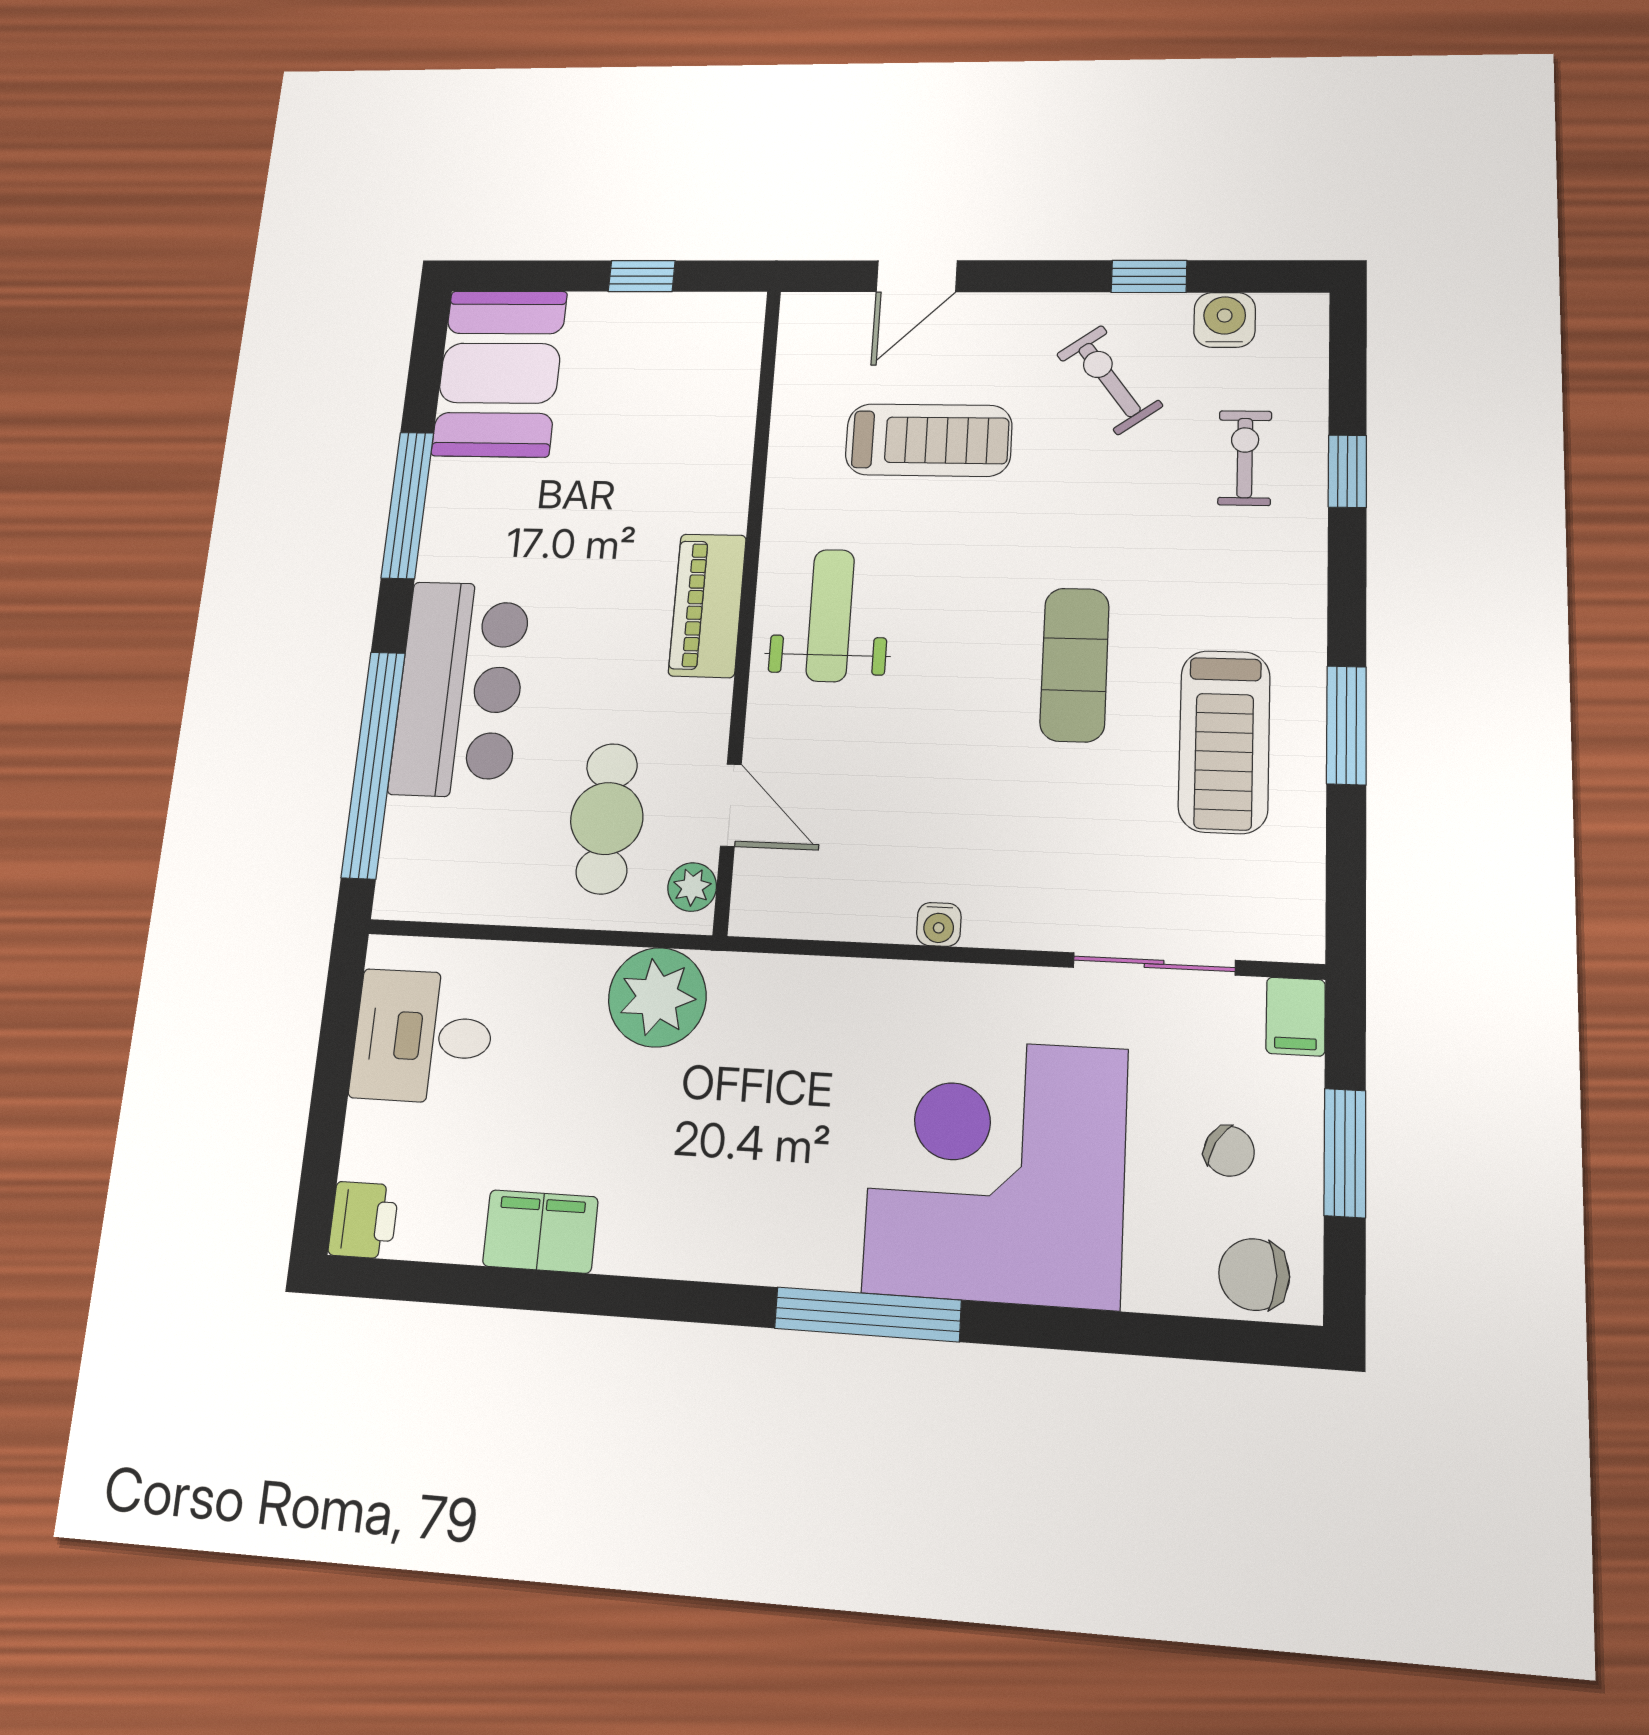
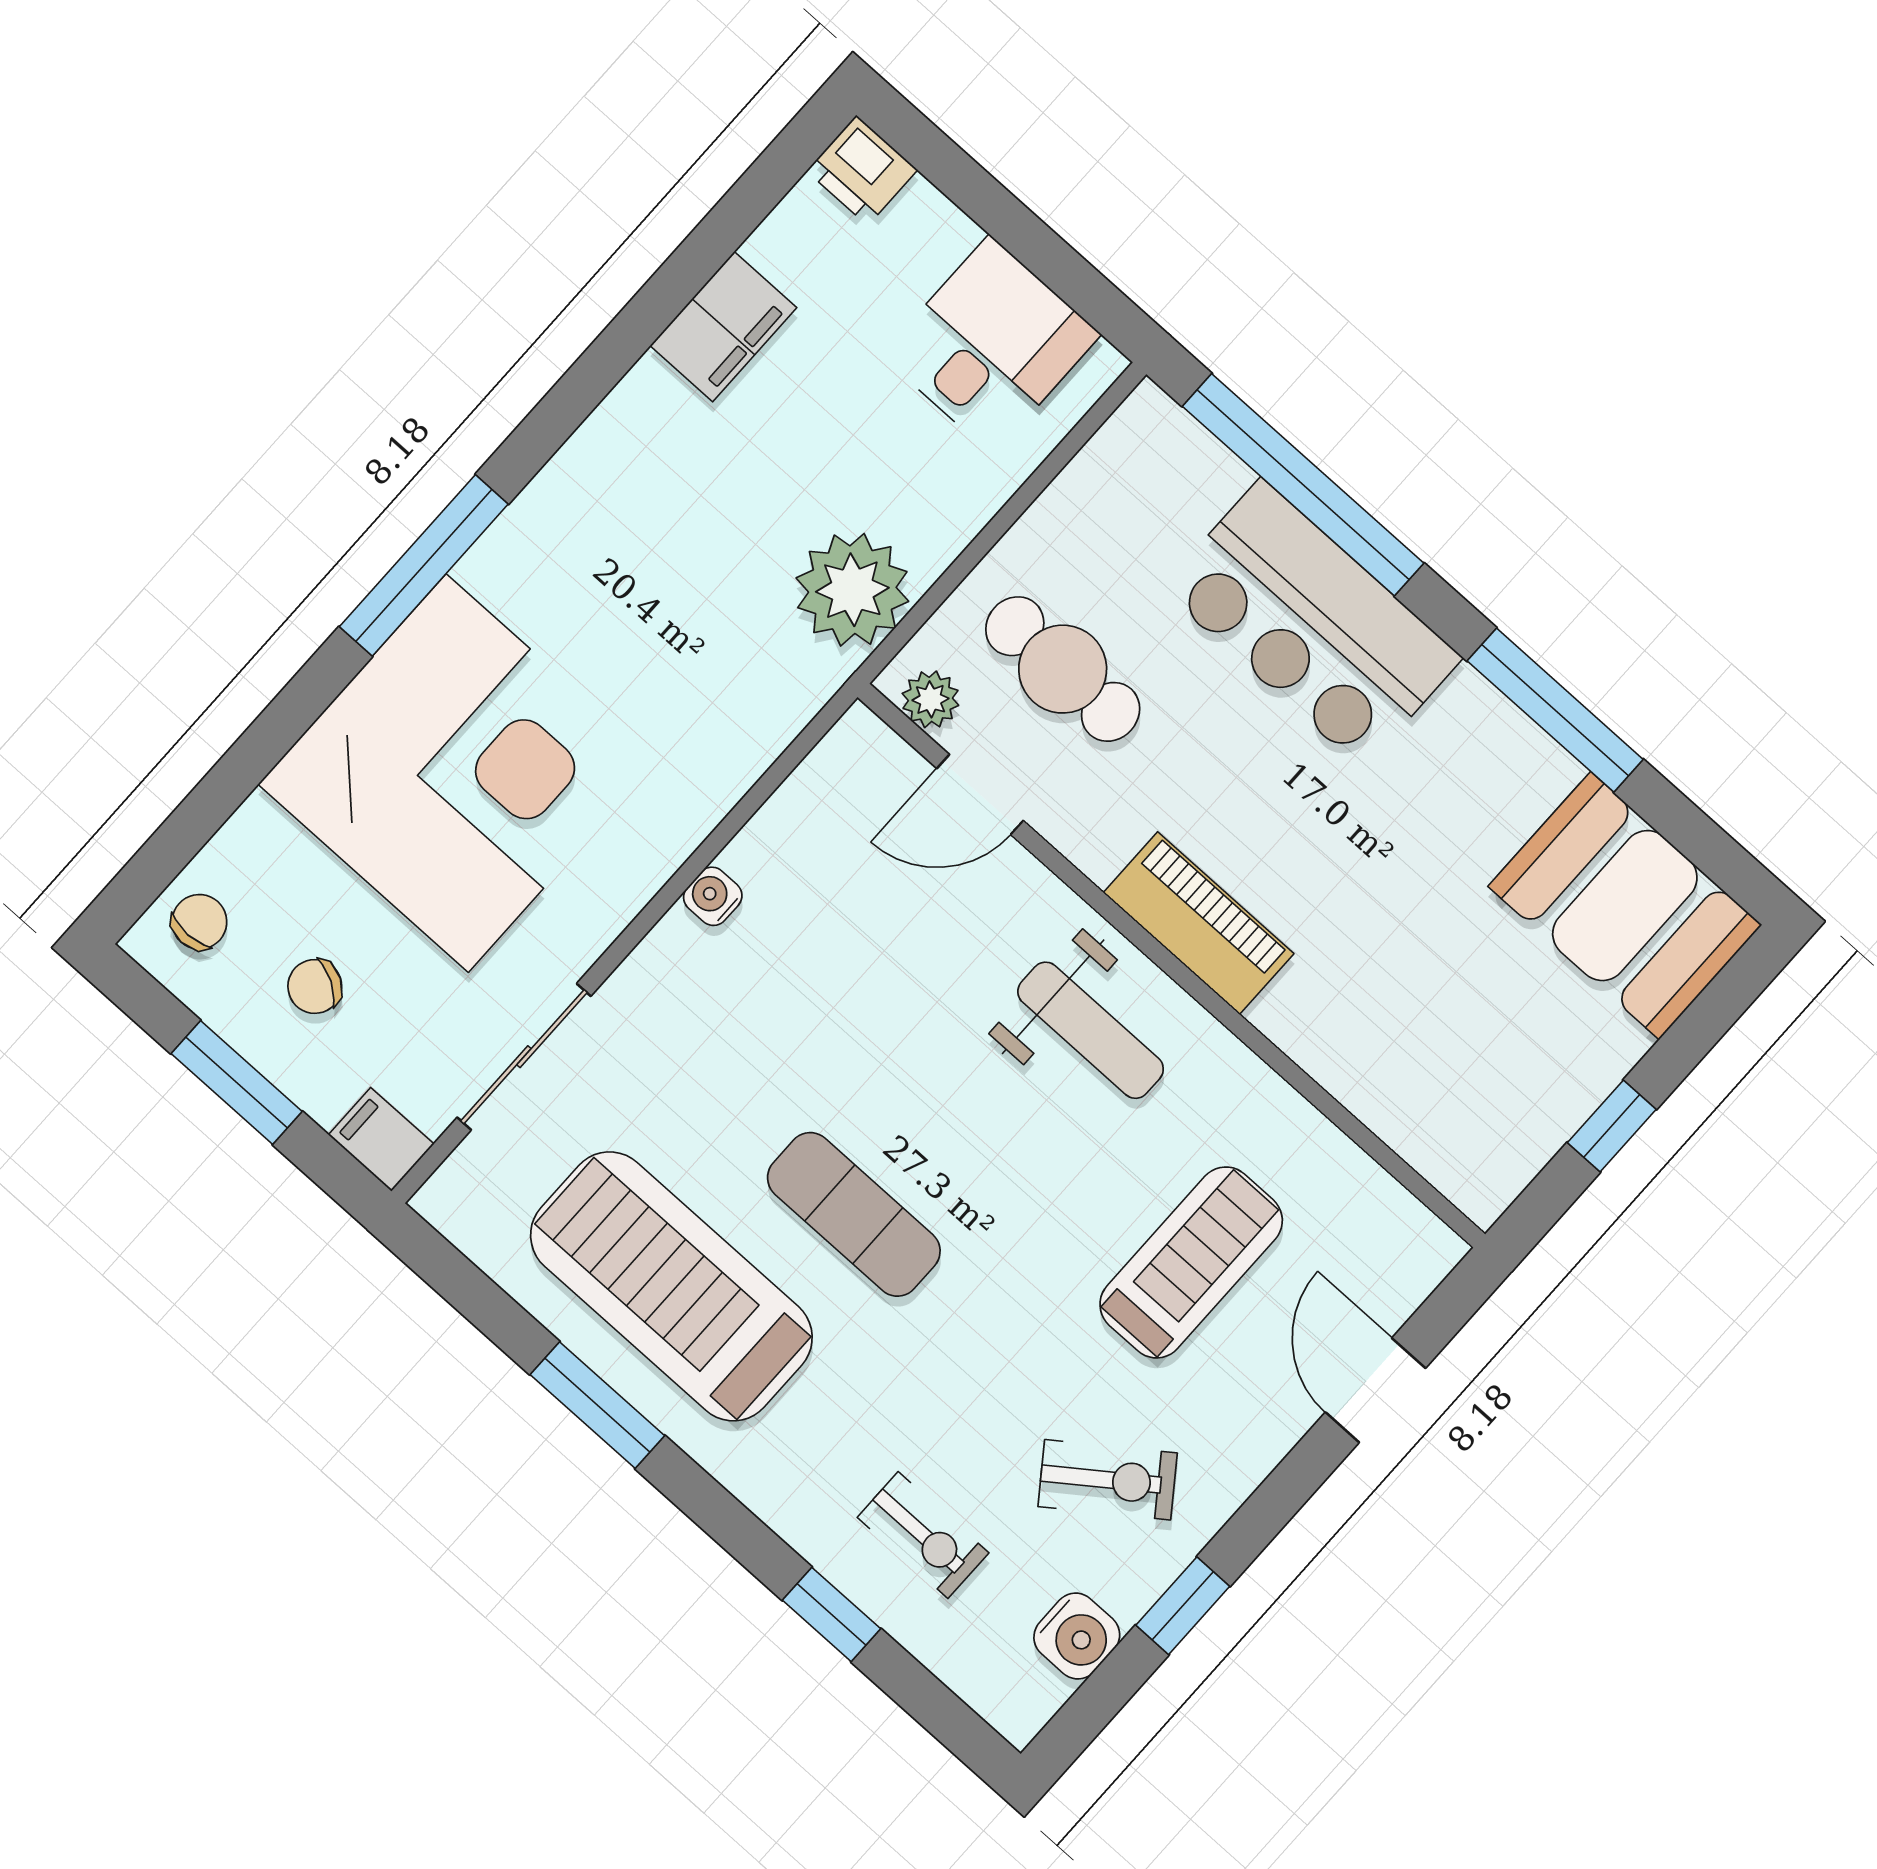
treadmill: (929, 440) -> (1191, 1262), turned 180
treadmill: (1224, 741) -> (671, 1286), width x1.37, depth x1.38
chair: (1254, 1275) -> (199, 922), width x0.73, depth x0.73

